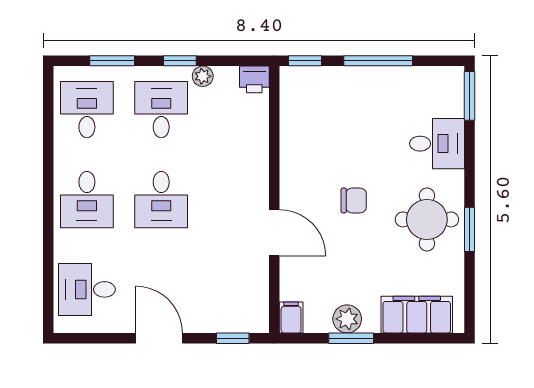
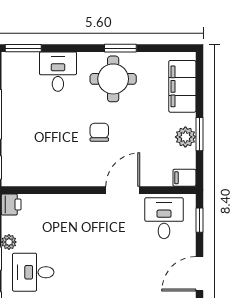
desk: (161, 200) -> (164, 218), moved, turned -90

